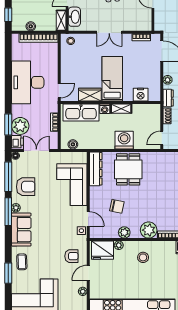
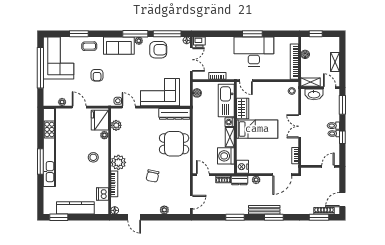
nightstand: (141, 95) -> (242, 167), moved
window: (8, 125) -> (252, 34), moved
plant: (20, 126) -> (214, 45), removed
washing machine: (124, 140) -> (226, 156), moved, turned 180
armchair: (26, 187) -> (158, 50), turned -90
chair: (117, 206) -> (152, 176), moved
door: (88, 219) -> (129, 107), swing flipped
plant: (124, 232) -> (116, 125), moved
armchair: (71, 256) -> (97, 75), moved

